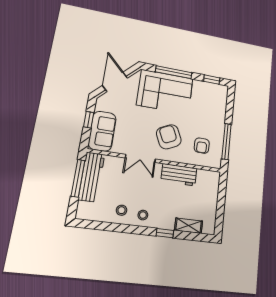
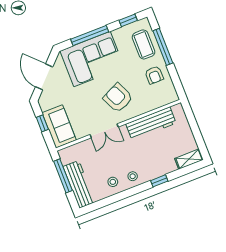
coffee table: (214, 106) -> (144, 44), added
window: (227, 142) -> (163, 47), moved
armchair: (202, 146) -> (154, 75), moved
workbench: (179, 175) -> (151, 124), width x1.38
workbench: (92, 177) -> (79, 184), moved
shelving: (189, 226) -> (189, 159), moved

